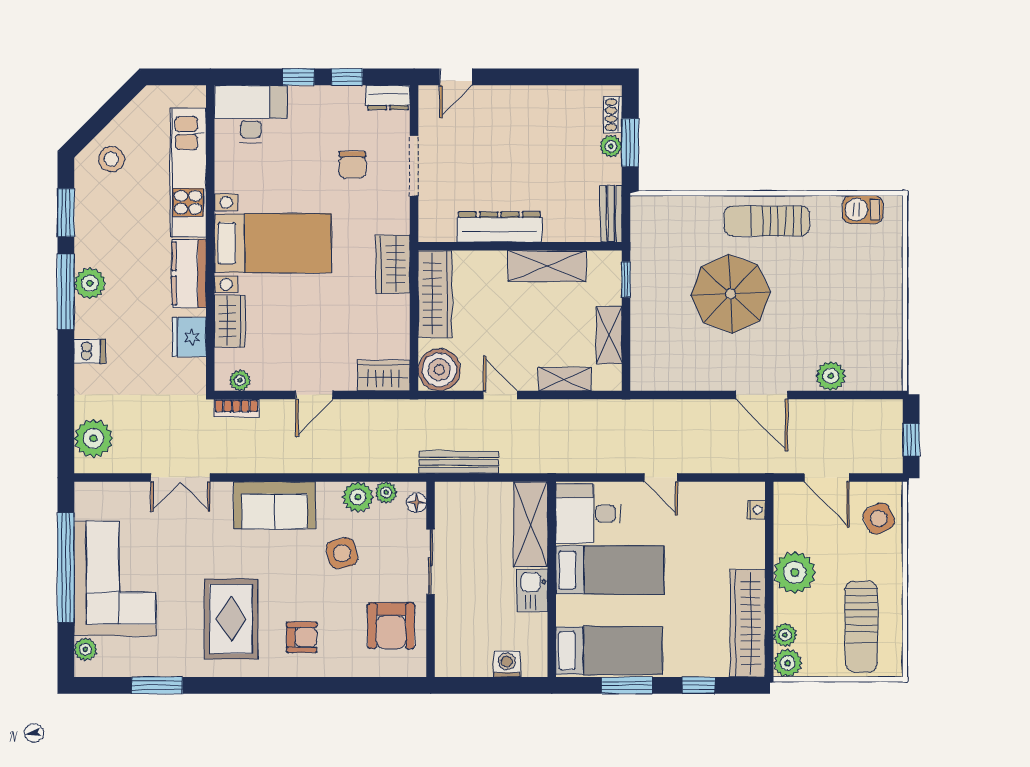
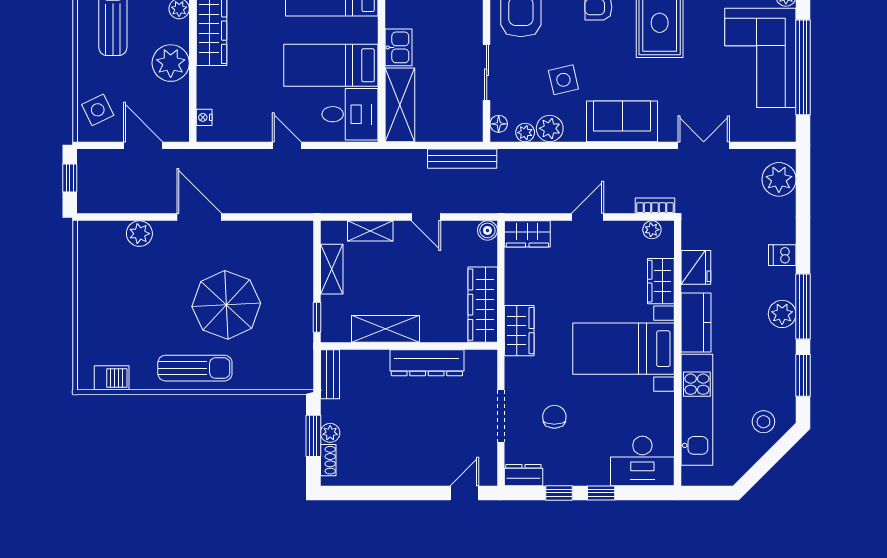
boiler: (439, 370) -> (487, 230), width x0.54, depth x0.54

